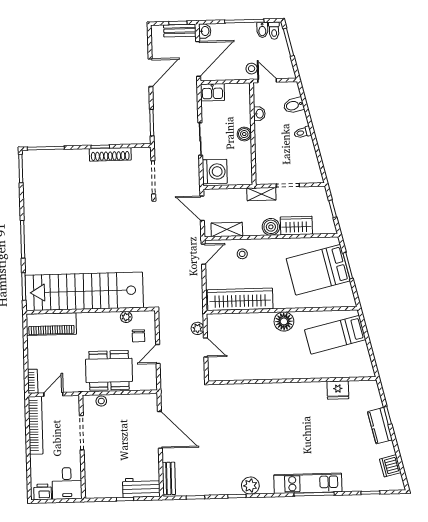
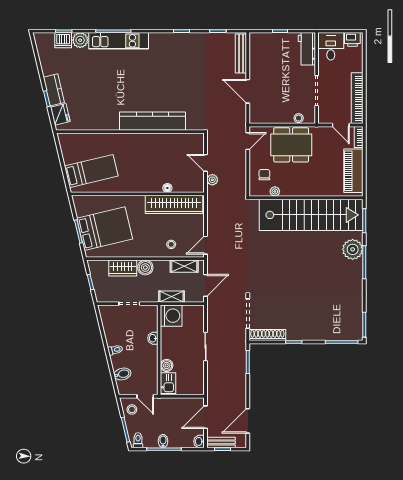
bidet: (262, 30) -> (163, 441), moved
door: (198, 59) -> (205, 417), width x0.73
stool: (252, 69) -> (132, 409), moved
door: (150, 73) -> (248, 421), moved
kitchen sink: (212, 92) -> (168, 383), moved, turned 90
washbasin: (259, 114) -> (153, 338), moved
boiler: (244, 134) -> (167, 365), moved
shoe rack: (110, 154) -> (267, 335), moved
washing machine: (215, 172) -> (171, 316), moved, turned 180
shelving: (261, 194) -> (172, 297), moved
door: (202, 208) -> (205, 285), hinge flipped
plant: (36, 254) -> (353, 249), added
floor lamp: (284, 321) -> (167, 188), moved, width x0.53, depth x0.53
piano: (51, 324) -> (353, 171), moved, turned -90
door: (158, 354) -> (248, 141), moved
fridge: (338, 390) -> (60, 114), moved, turned 77
kitchen counter: (267, 393) -> (152, 121), added
door: (53, 394) -> (341, 125), hinge flipped
door: (160, 430) -> (248, 91), width x0.73
dishwasher: (390, 466) -> (63, 40), moved, turned 103
bench: (169, 478) -> (241, 54), width x1.36
plant: (250, 486) -> (80, 40), moved
workbench: (141, 488) -> (307, 49), moved, turned 90

